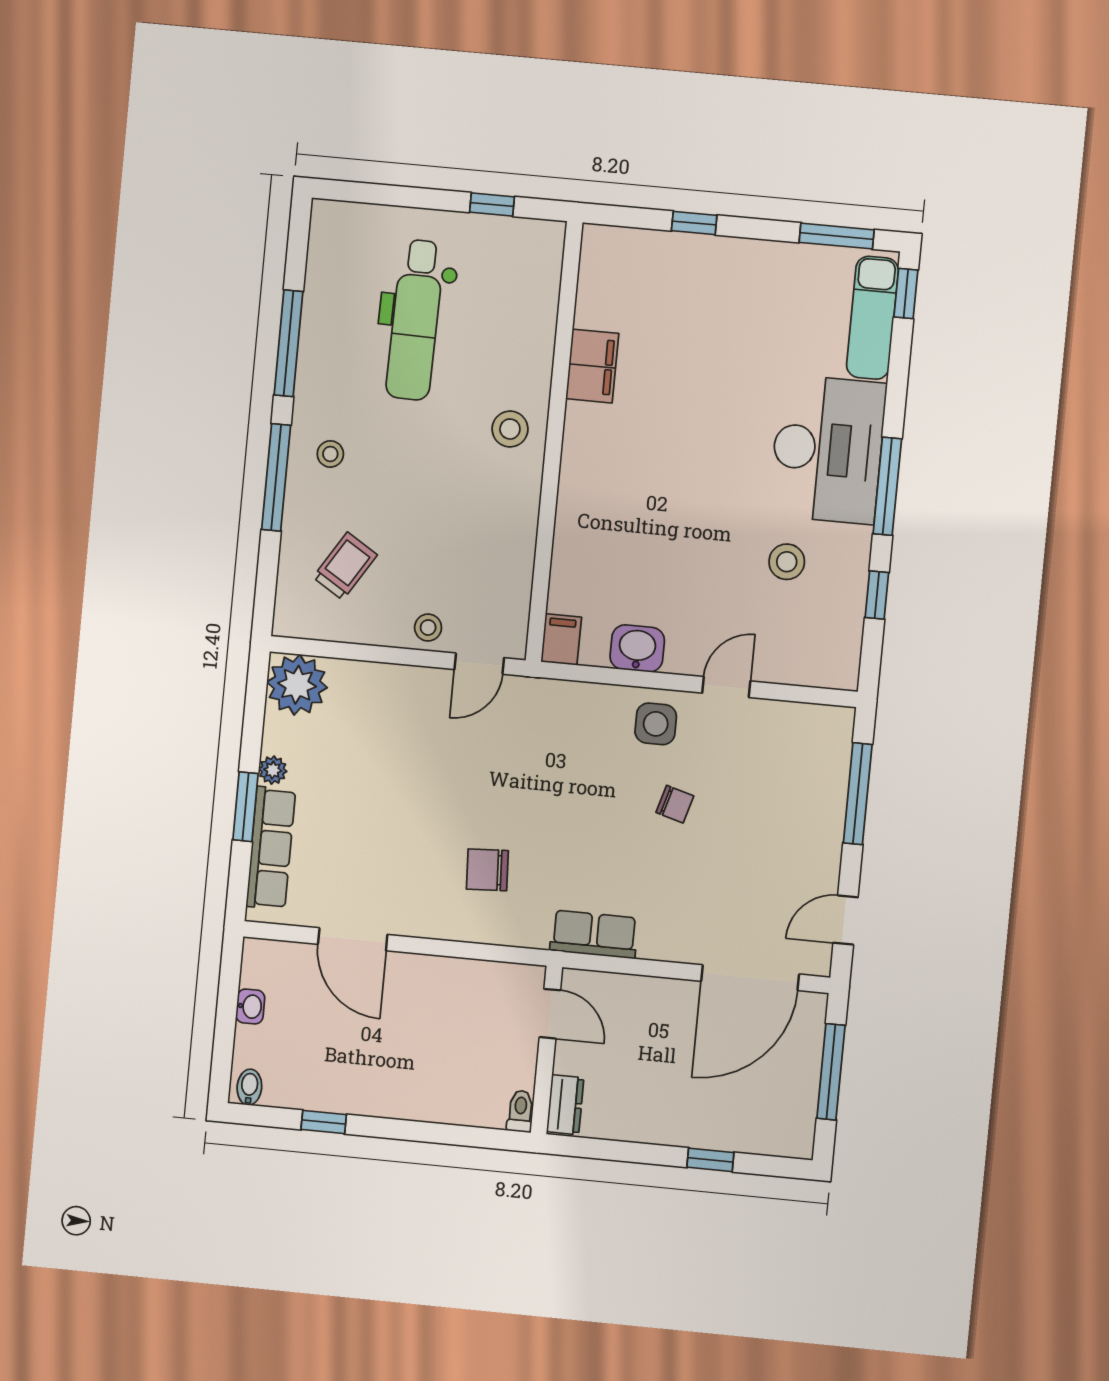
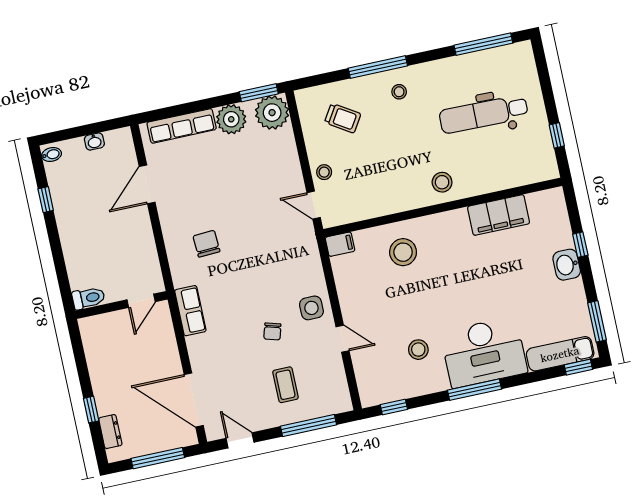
window: (289, 343) -> (483, 44), moved
filing cabinet: (592, 366) -> (499, 215), width x1.50, depth x1.17
stool: (610, 535) -> (403, 252), added
window: (877, 595) -> (394, 407), moved
washbasin: (637, 648) -> (567, 265), moved, turned 180
plant: (273, 770) -> (231, 119), width x1.88, depth x1.88
window: (245, 807) -> (259, 93), moved
coffee table: (774, 811) -> (285, 385), added
dresser: (565, 1105) -> (110, 432), moved, turned -90
toilet: (520, 1111) -> (88, 298), width x1.37, depth x1.39

